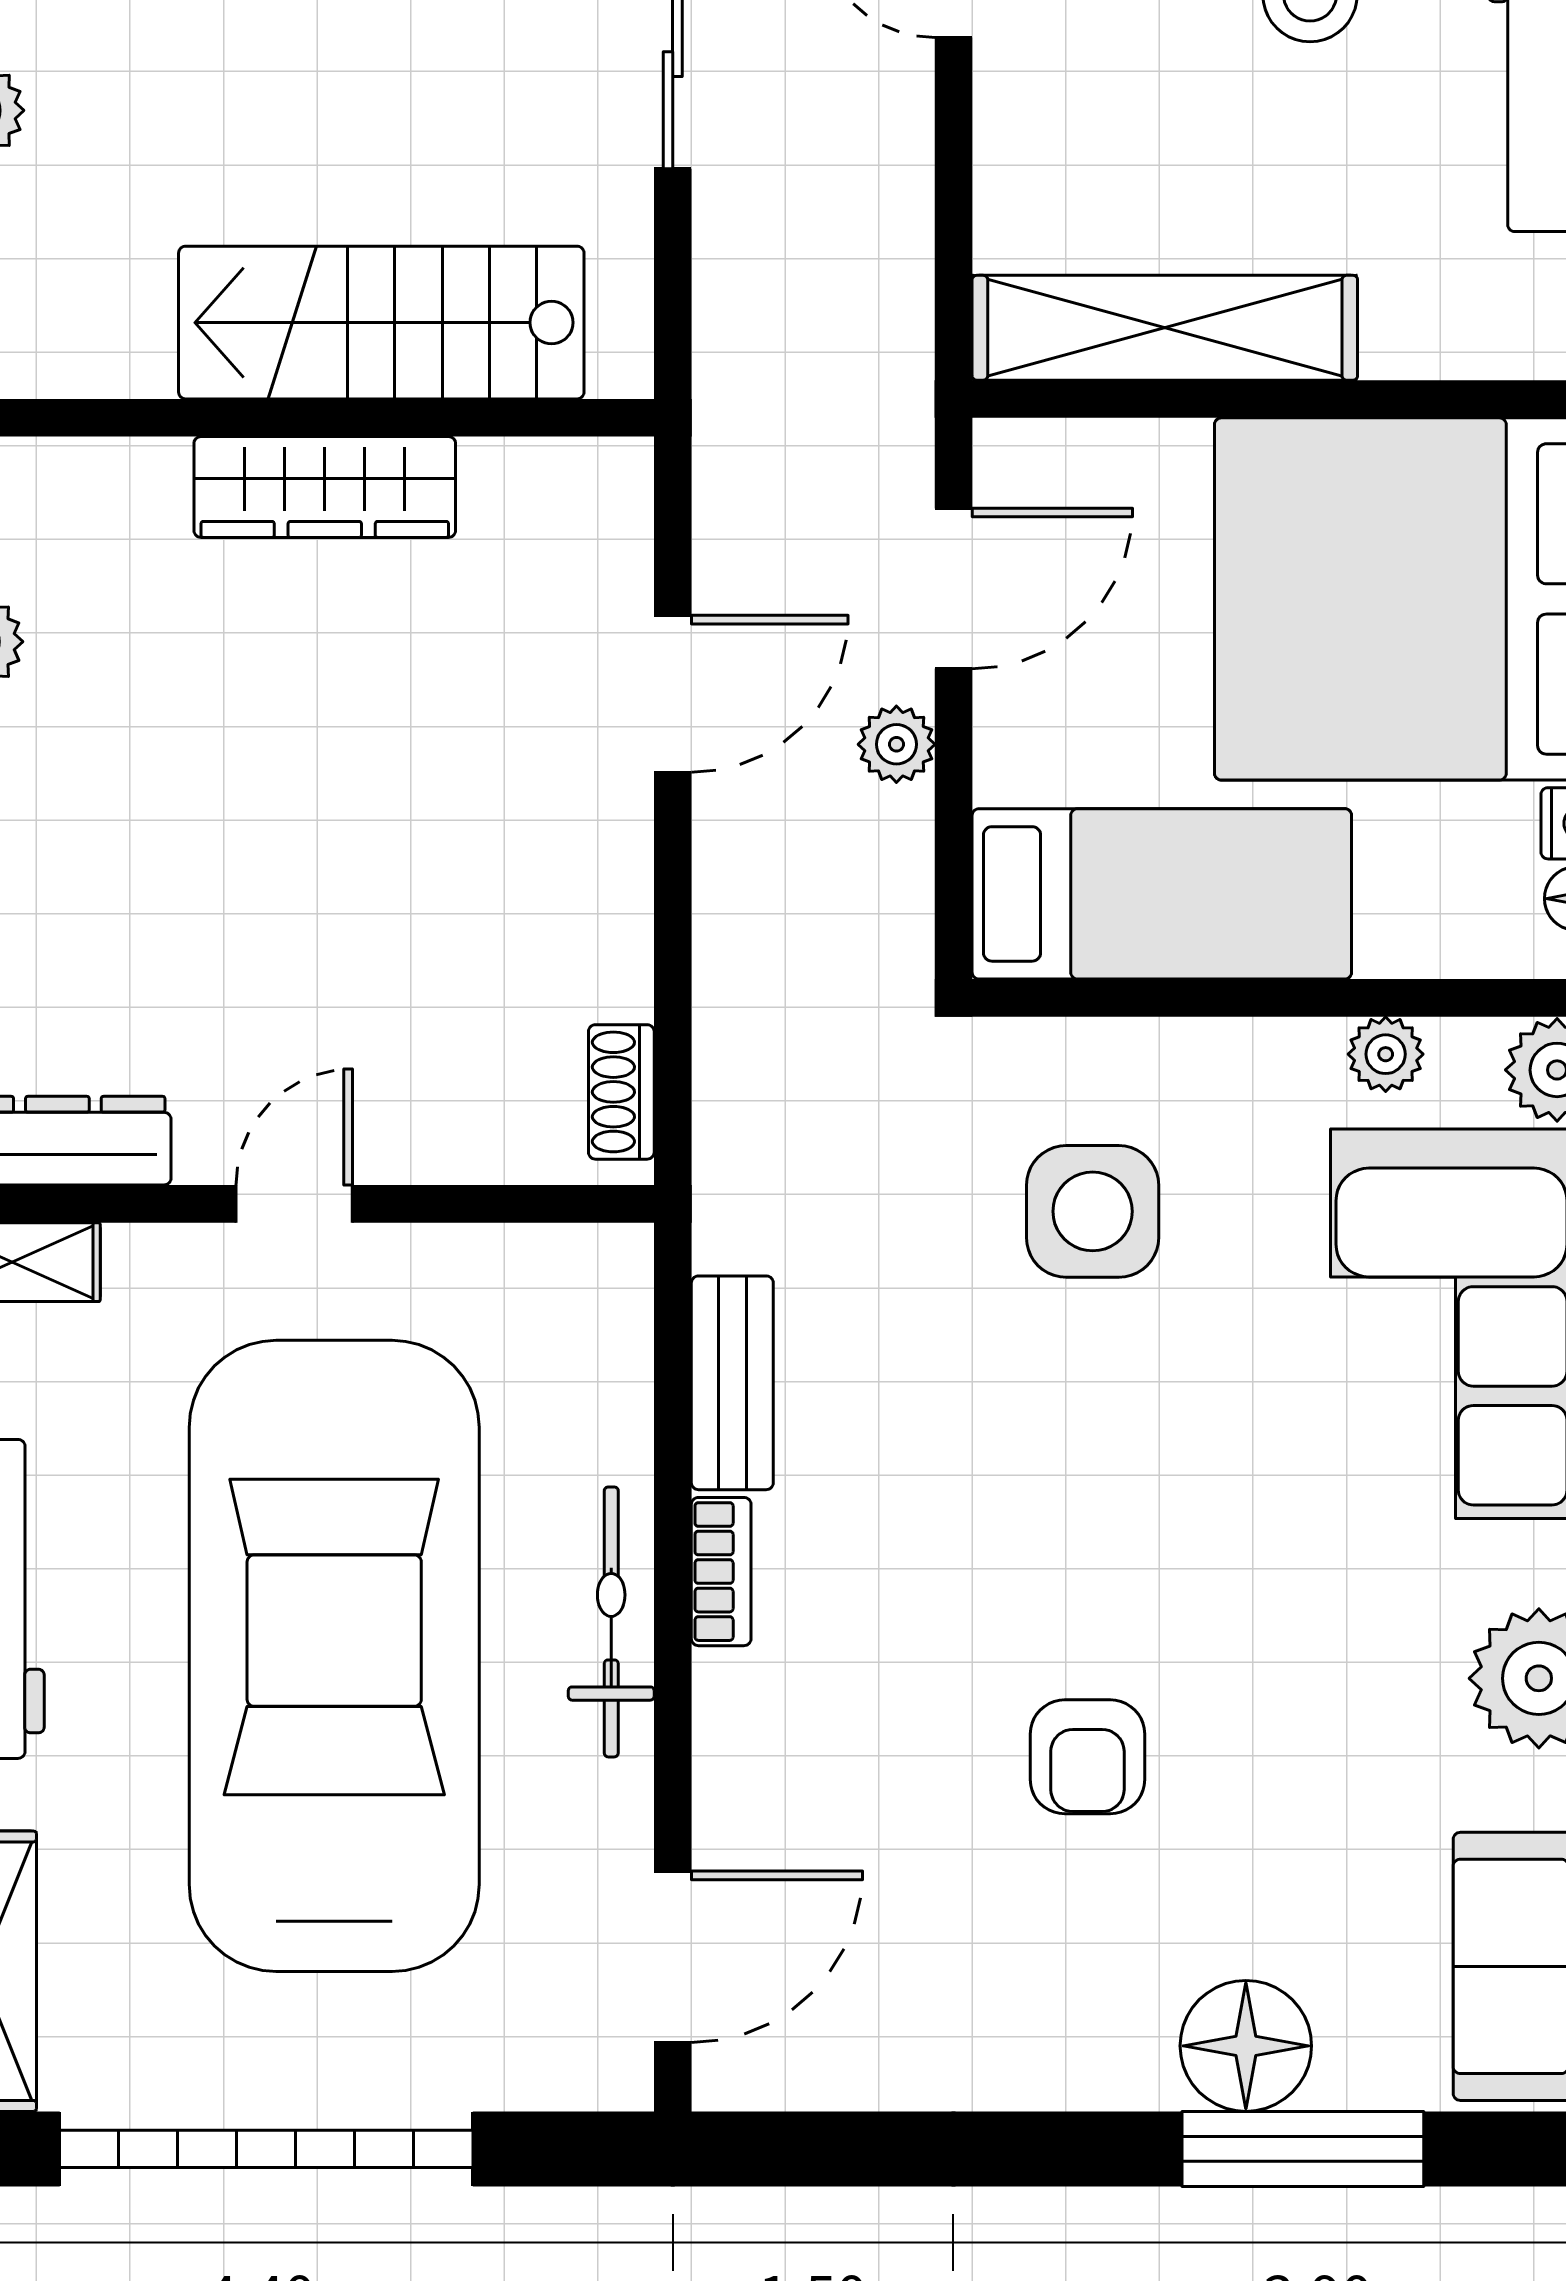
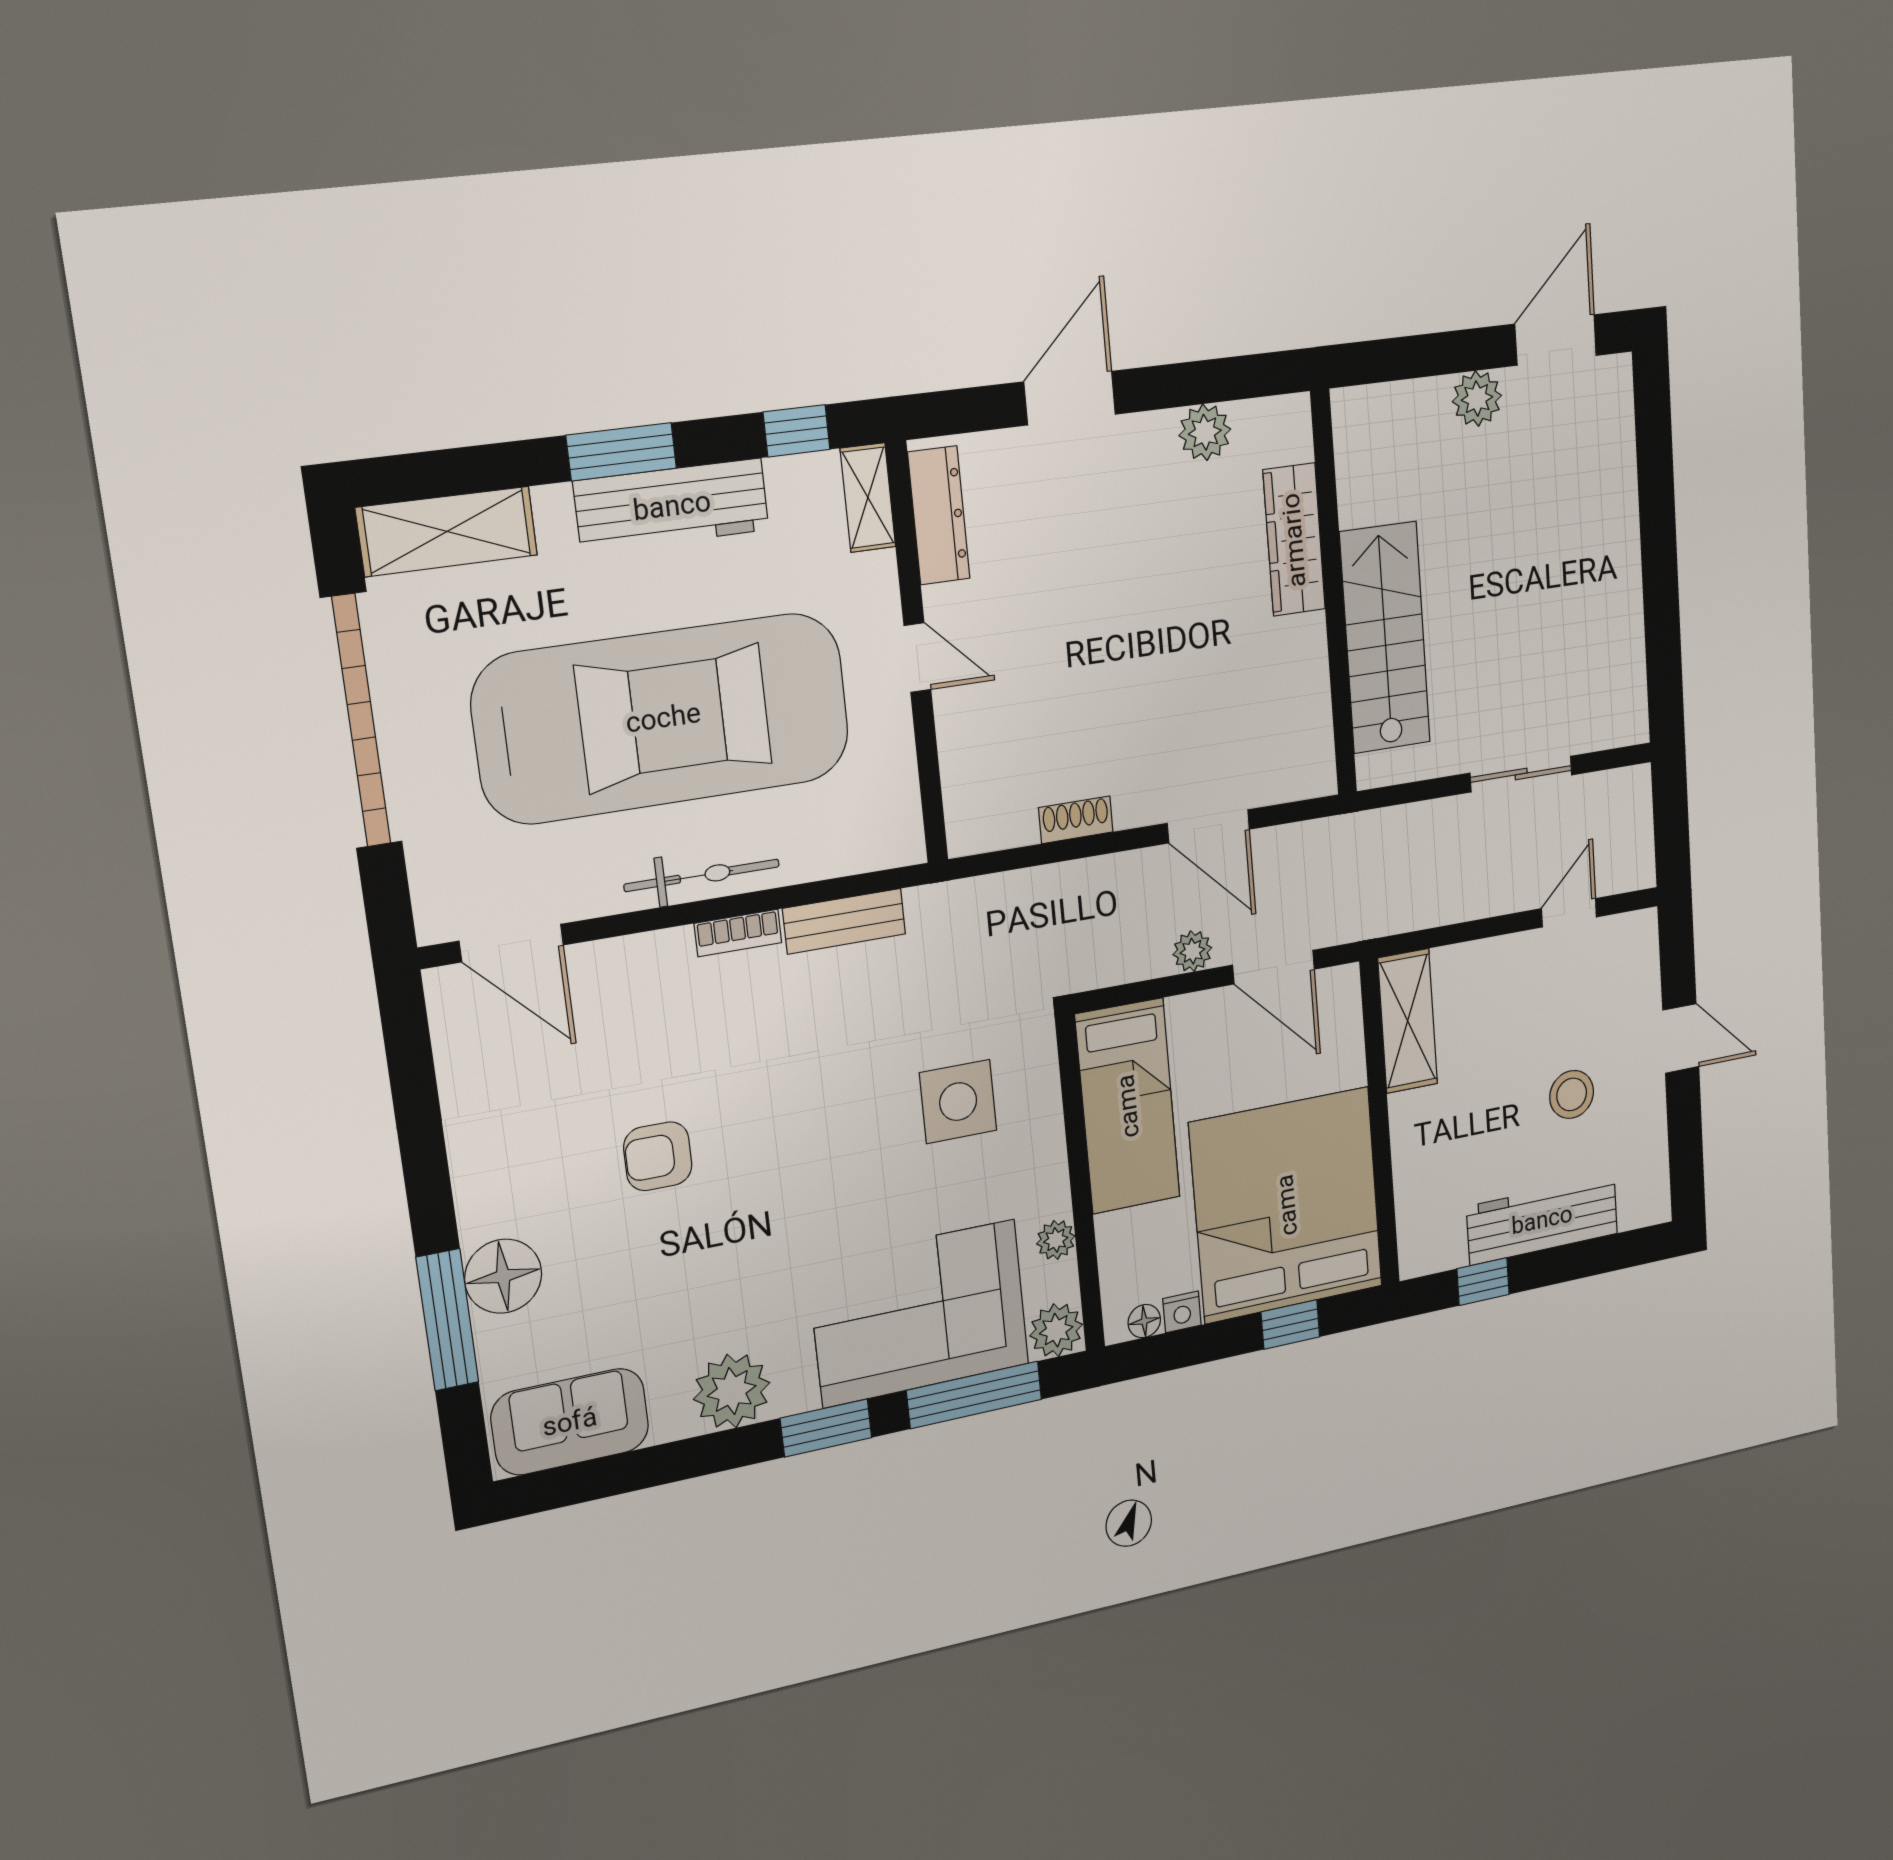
shelving: (1165, 328) -> (1408, 1021), width x0.68
wardrobe: (325, 487) -> (1294, 540), moved
shoe rack: (621, 1092) -> (1076, 820), moved

